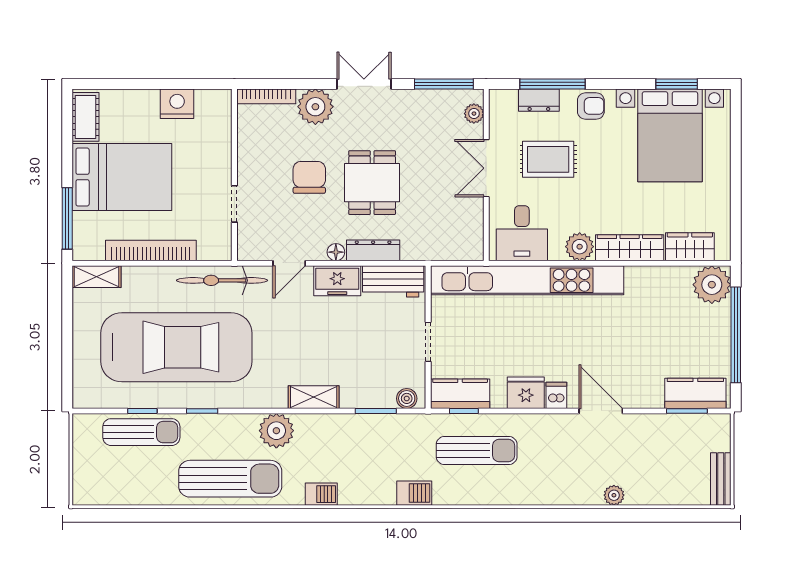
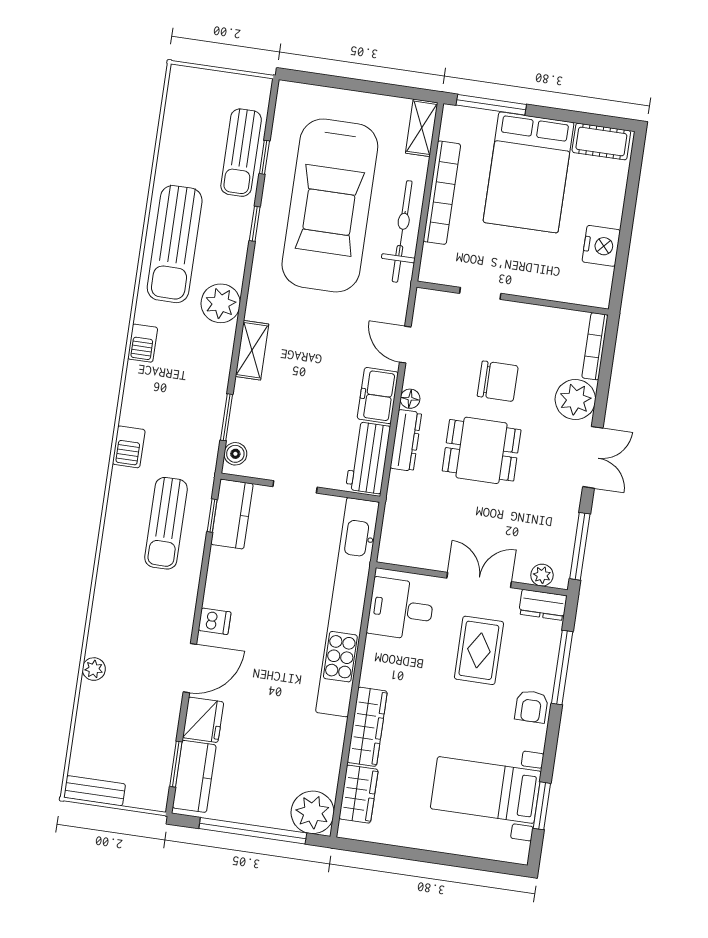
dresser: (539, 100) -> (543, 605), moved, turned -90
bed with nightstands: (670, 135) -> (486, 790), width x0.73
plant: (580, 247) -> (376, 671), removed
bicycle: (222, 280) -> (402, 231), moved
fridge: (526, 393) -> (203, 720), moved

